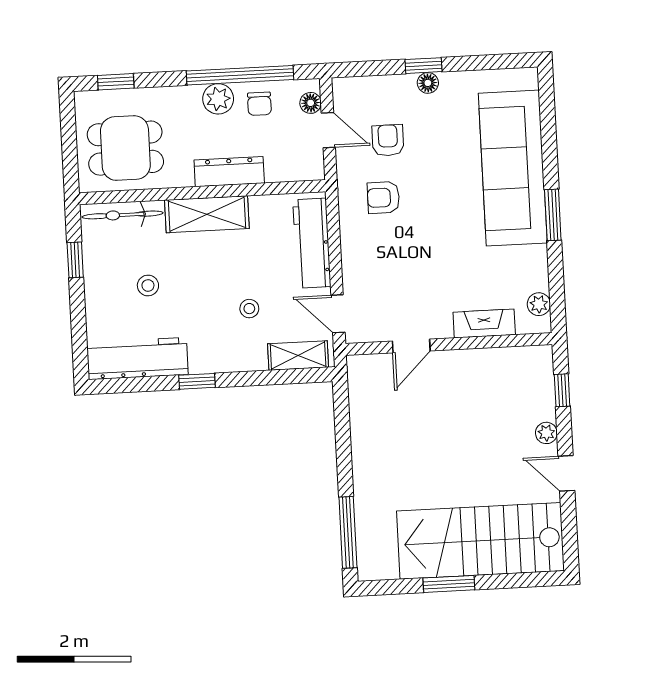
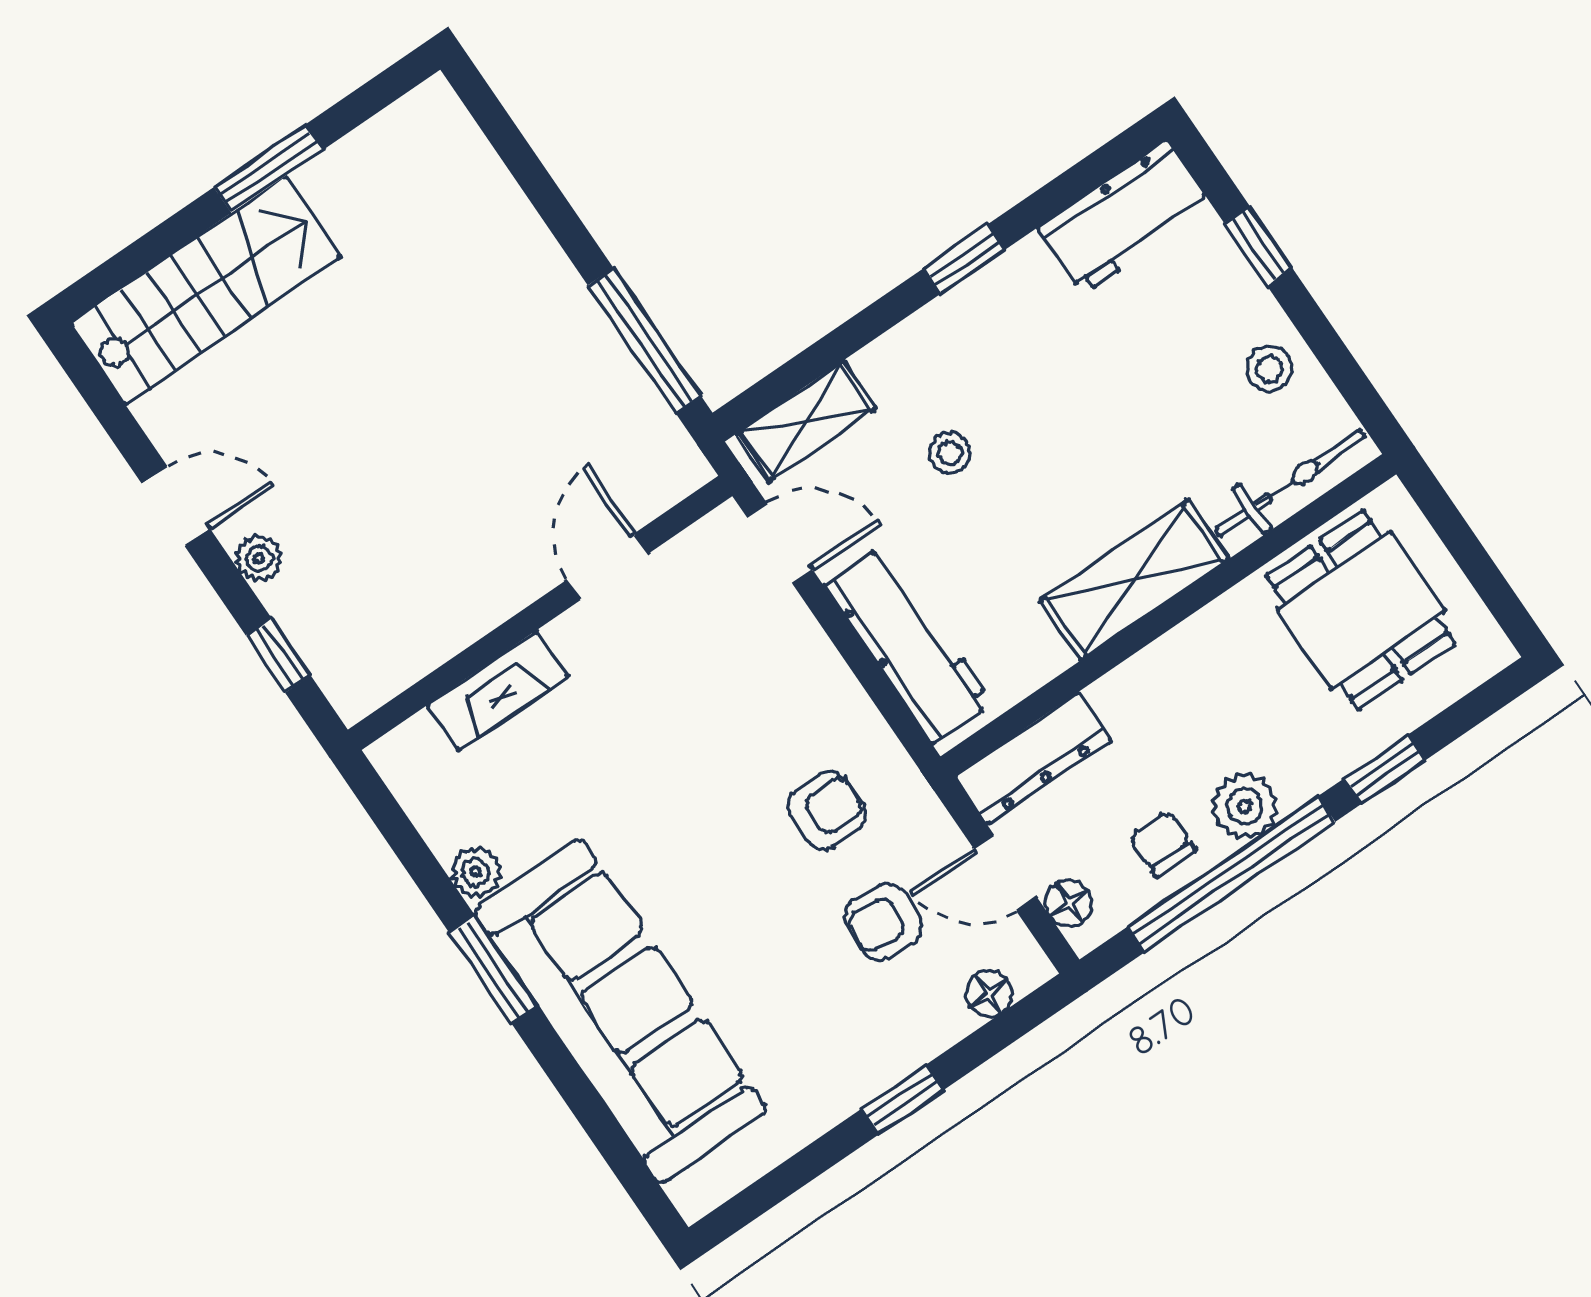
window: (116, 82) -> (1385, 769), moved
floor lamp: (428, 83) -> (989, 994), moved
armchair: (388, 140) -> (883, 921), turned 96
dining table: (125, 148) -> (1361, 610), turned 90
dresser: (229, 172) -> (1033, 759), moved
window: (75, 260) -> (1258, 246), moved
stool: (148, 285) -> (1269, 369), moved
plant: (539, 304) -> (476, 872), moved
workbench: (137, 359) -> (1125, 217), width x0.73
window: (348, 532) -> (644, 341), moved
stairs: (480, 541) -> (205, 290), width x0.73, depth x0.66

